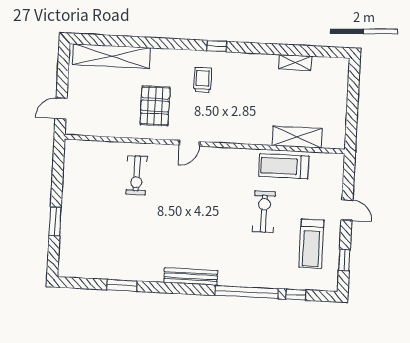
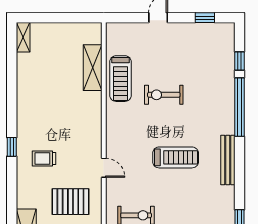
shelving: (295, 62) -> (23, 37), moved
treadmill: (311, 244) -> (176, 157), moved

